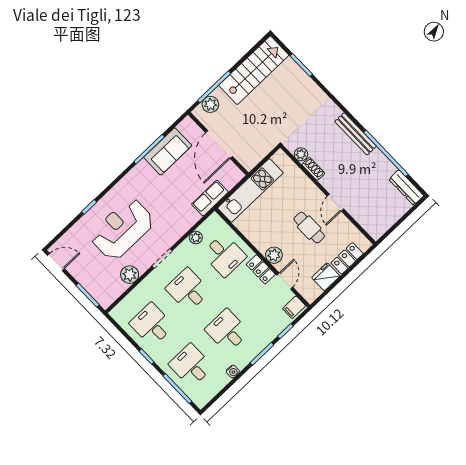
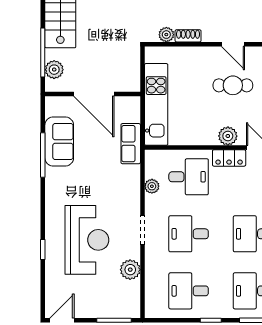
reception desk: (122, 229) -> (87, 240), turned 180

